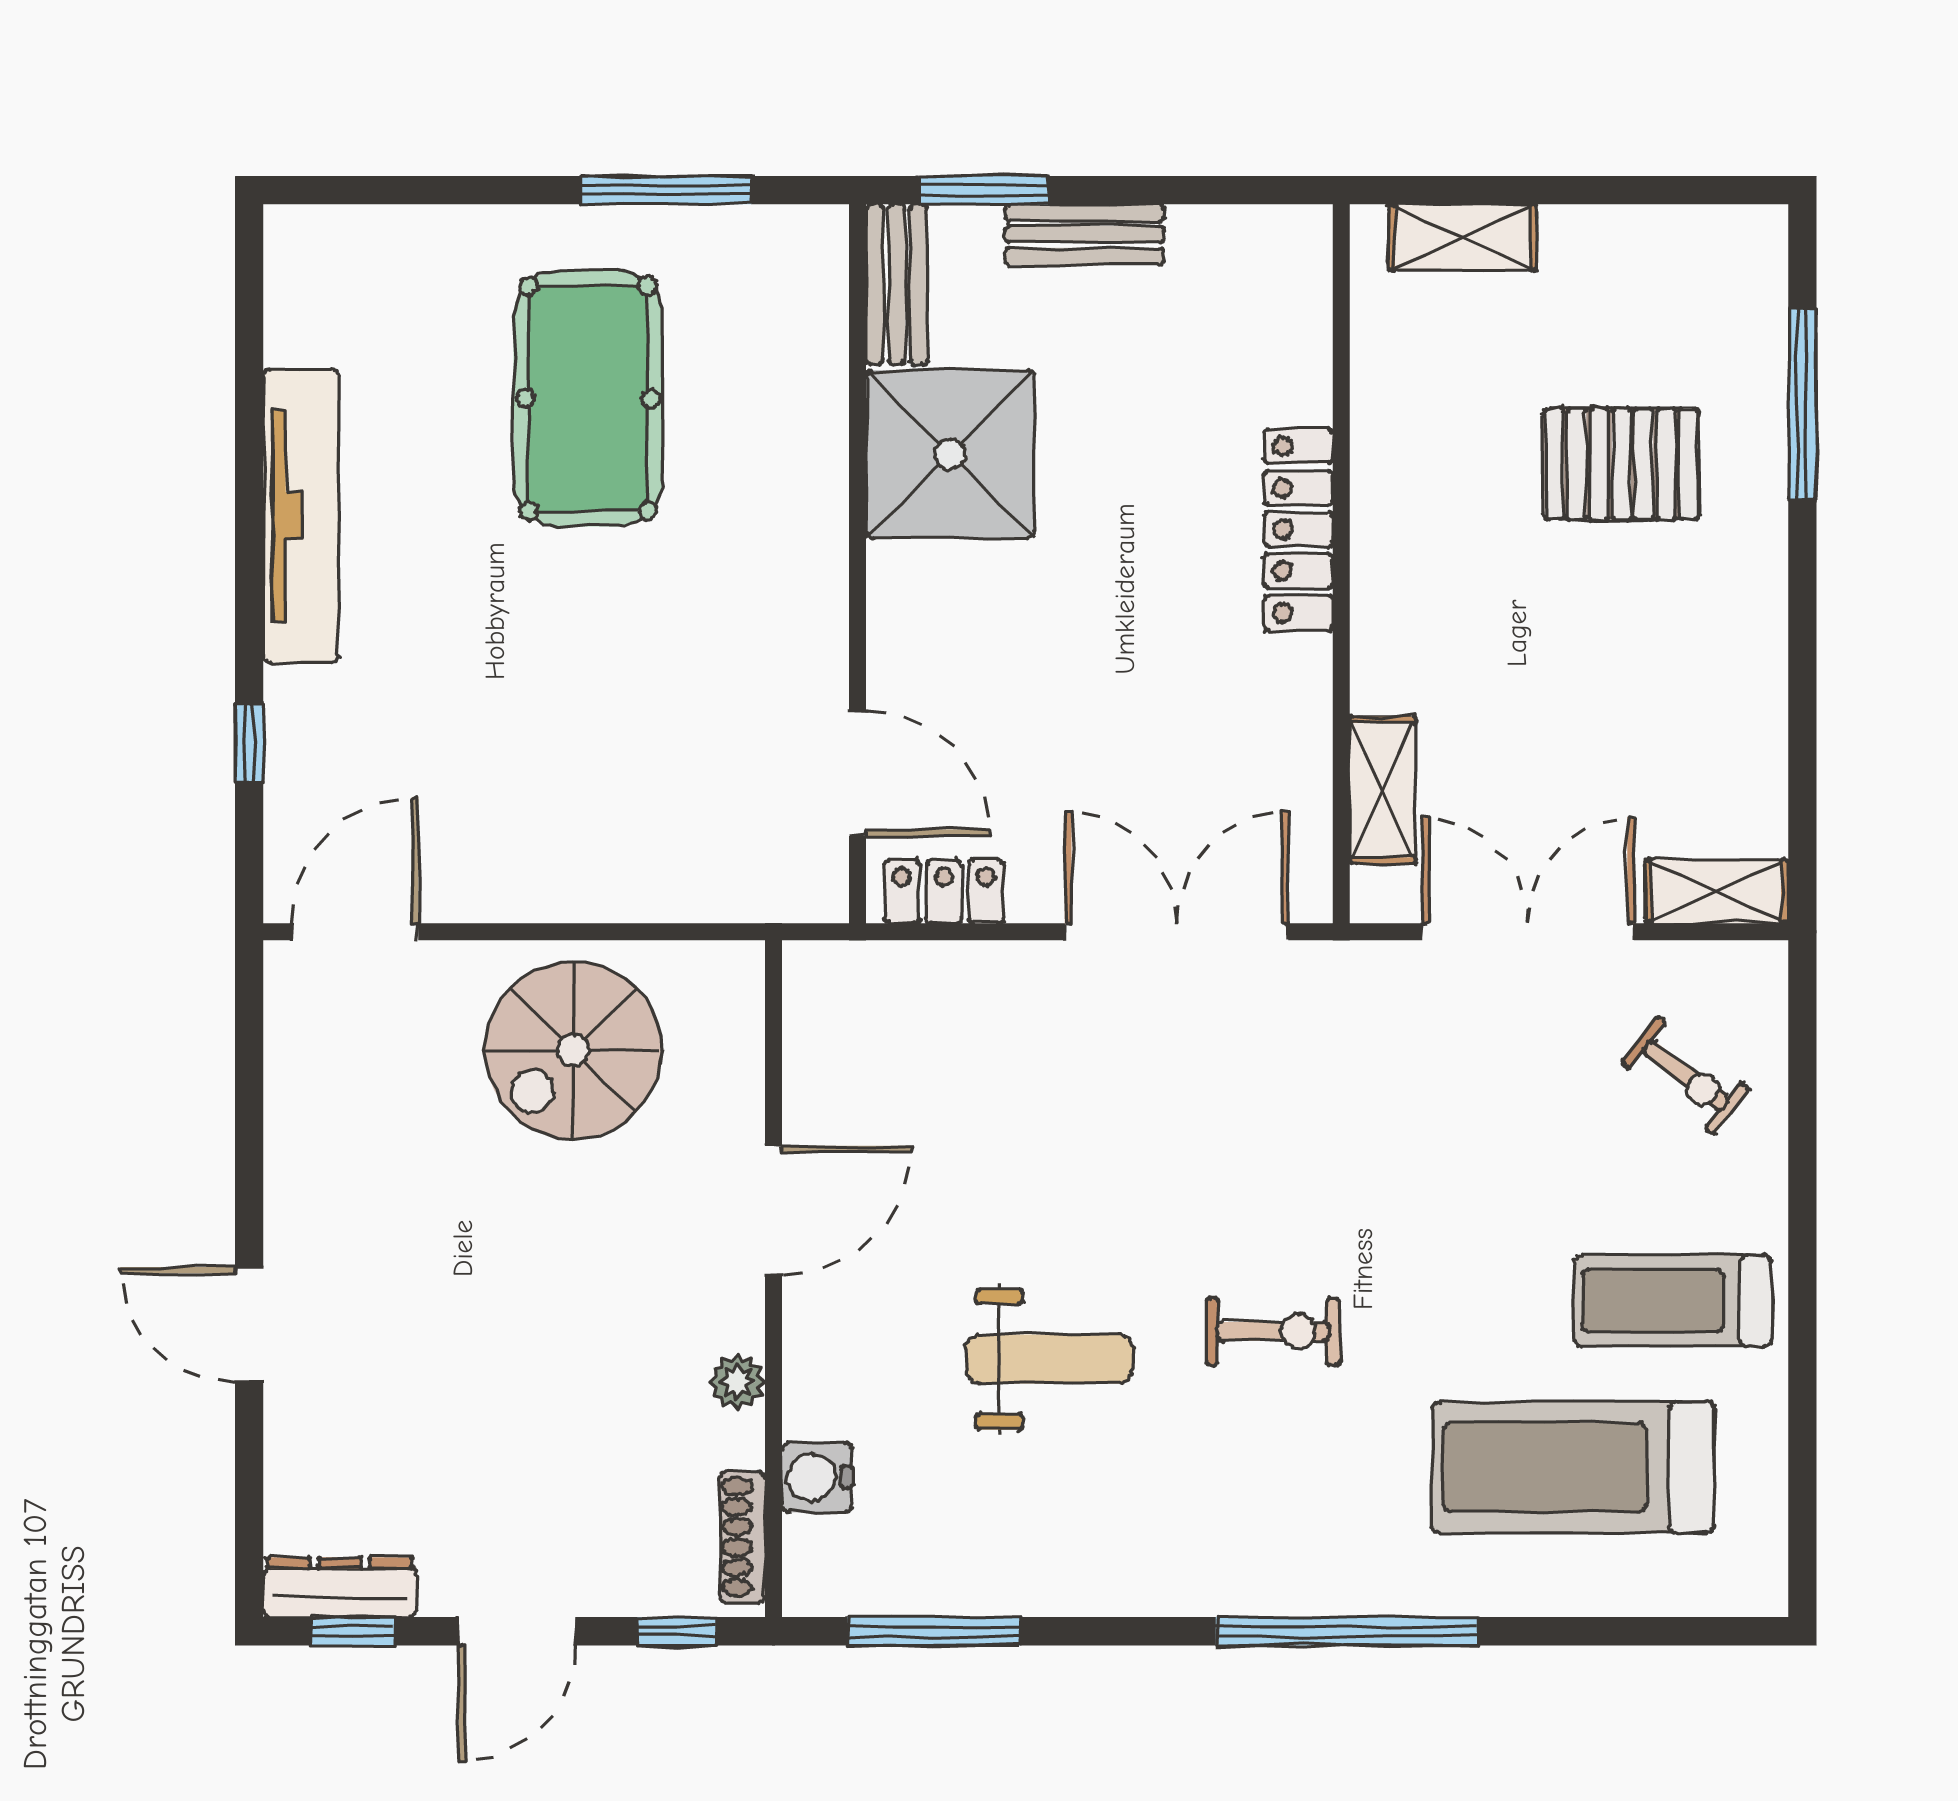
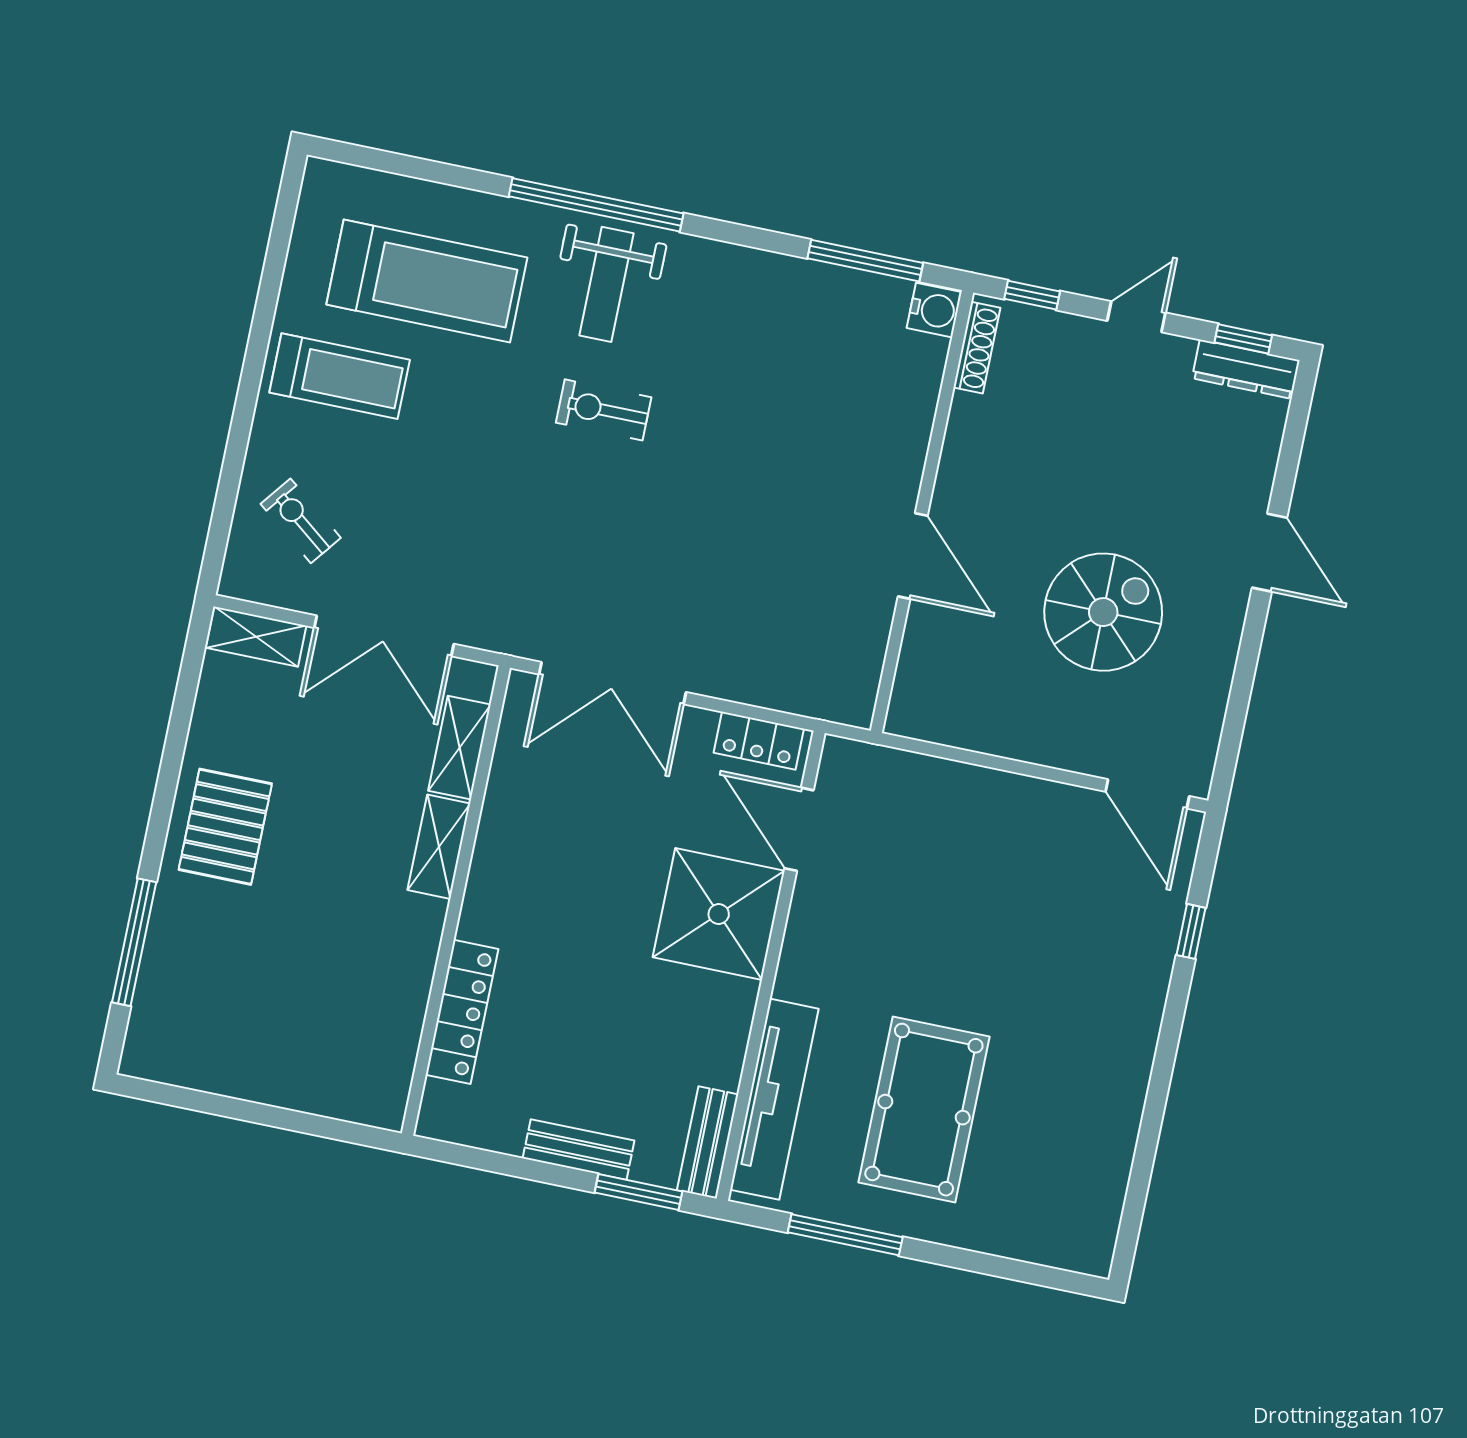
shelving: (1462, 237) -> (439, 847), moved, turned 90
shower: (950, 454) -> (719, 914), moved
pallet: (1621, 464) -> (225, 827), moved, turned 90
tv unit: (301, 516) -> (774, 1099), moved, turned 180
locker: (1298, 530) -> (462, 1012), moved
door: (355, 932) -> (1147, 794), hinge flipped
spiral stairs: (573, 1050) -> (1103, 612), moved
door: (773, 1211) -> (913, 556), swing flipped
weight bench: (1050, 1359) -> (607, 284), moved, turned -90
plant: (737, 1382) -> (959, 449), removed
water cooler: (817, 1477) -> (934, 310), moved
door: (517, 1631) -> (1136, 317), width x0.73

